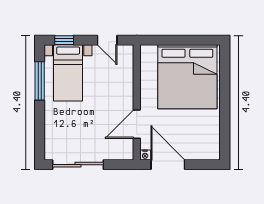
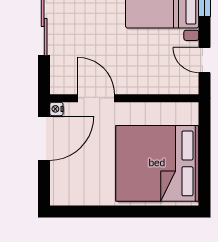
door: (107, 40) -> (204, 60), hinge flipped

